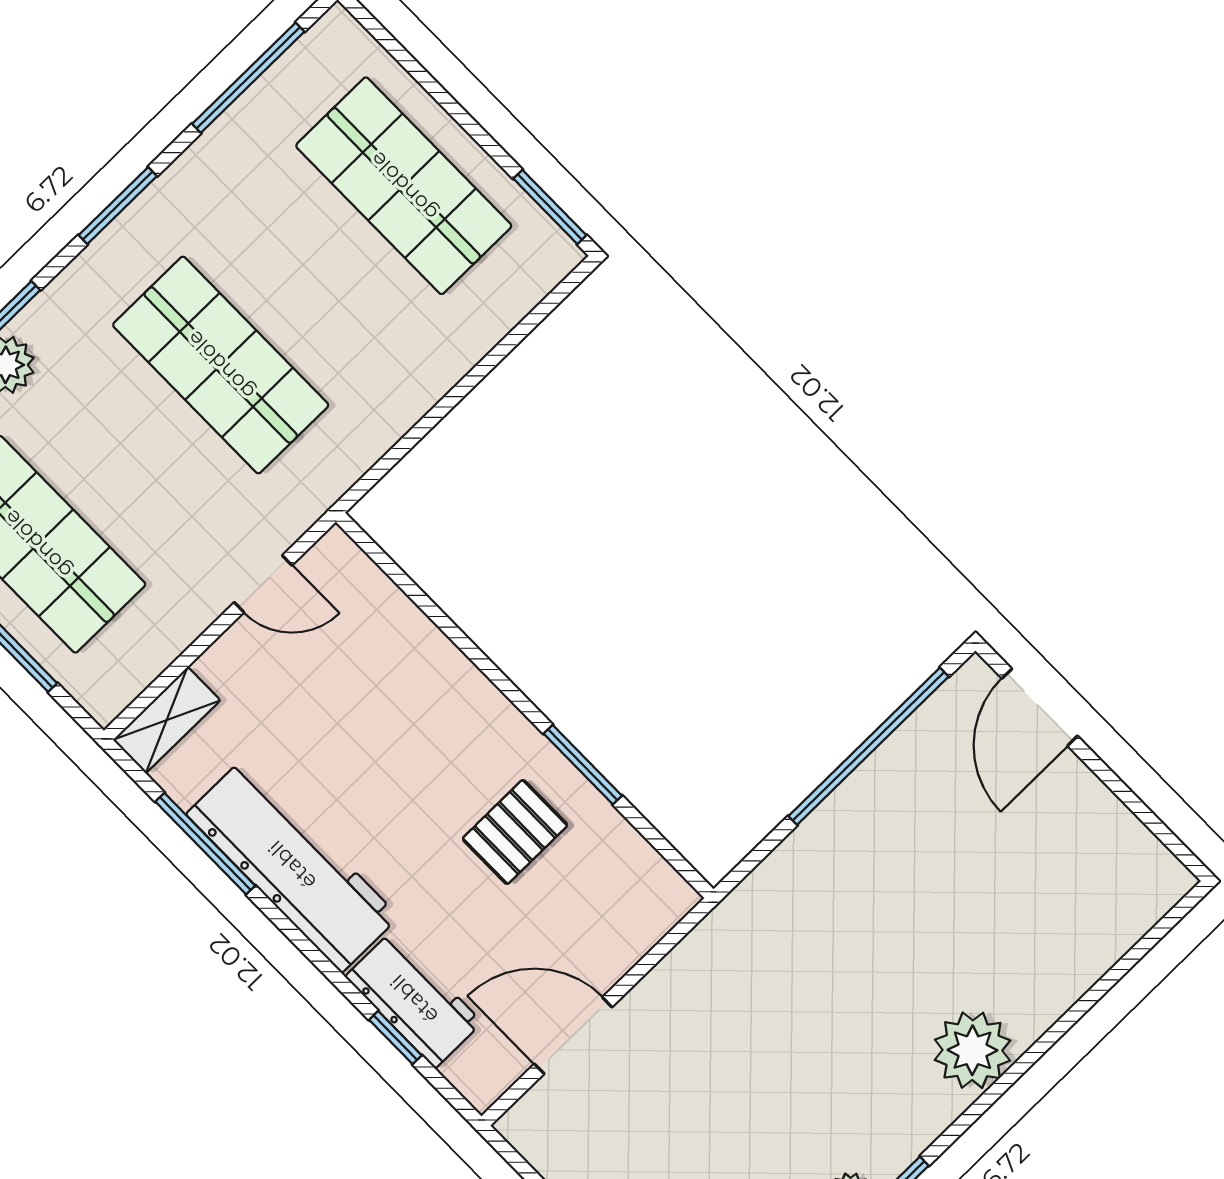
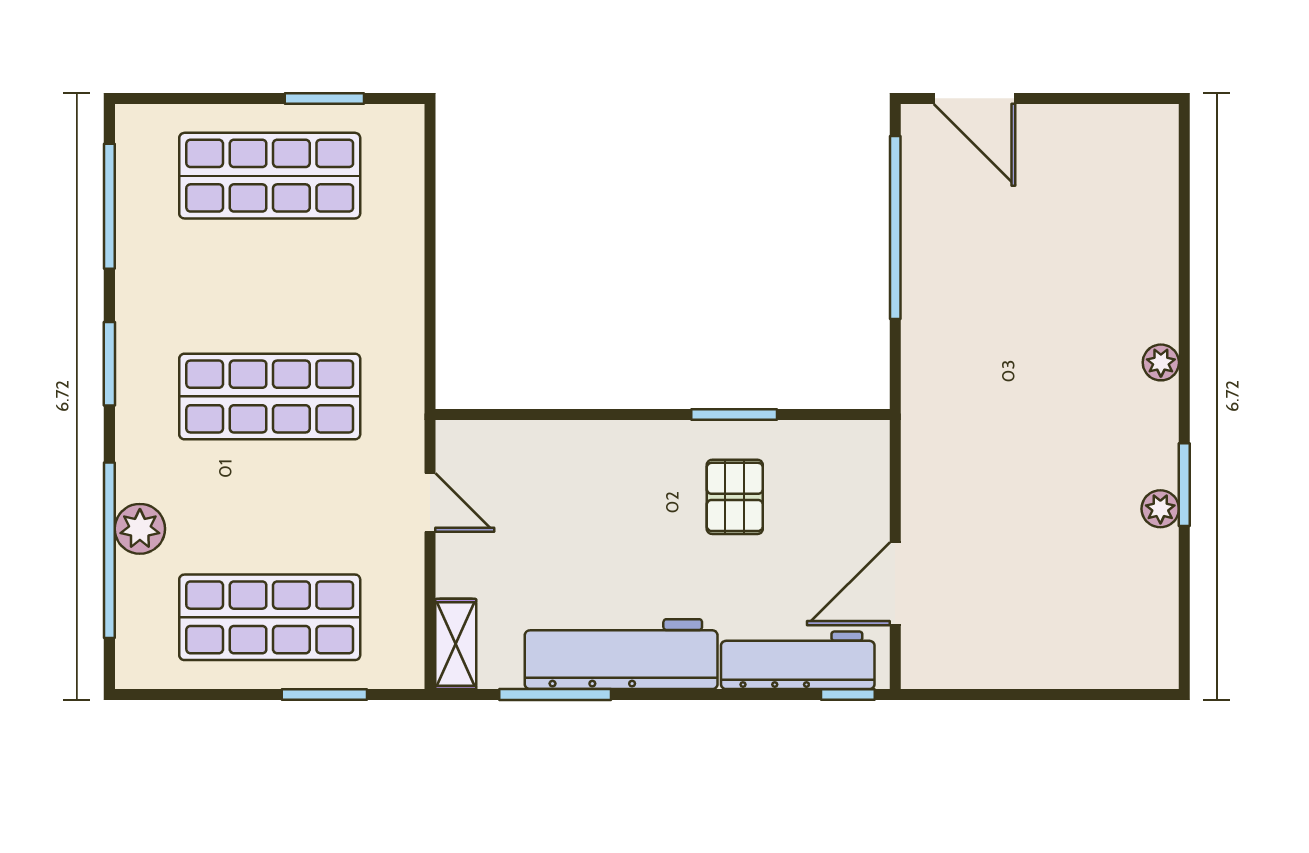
window: (550, 207) -> (324, 98), moved
door: (263, 584) -> (430, 502), hinge flipped
workbench: (414, 999) -> (798, 660), width x1.38
window: (395, 1038) -> (848, 695), moved
plant: (972, 1050) -> (1161, 362), width x0.53, depth x0.53

